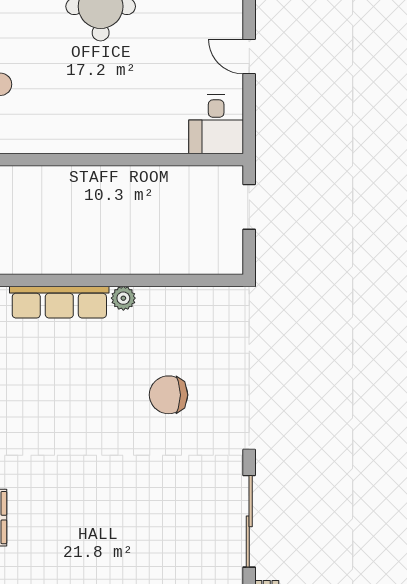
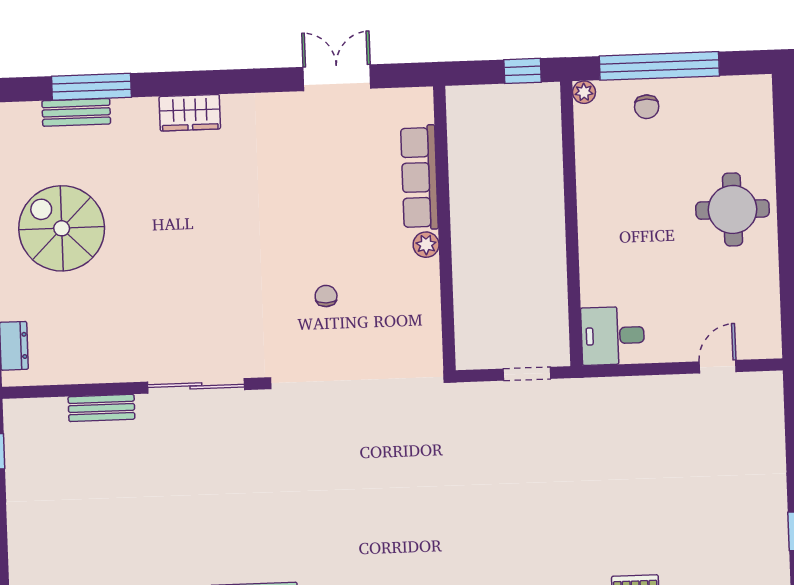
door: (249, 57) -> (718, 367), moved
chair: (169, 395) -> (326, 296), width x0.54, depth x0.54

